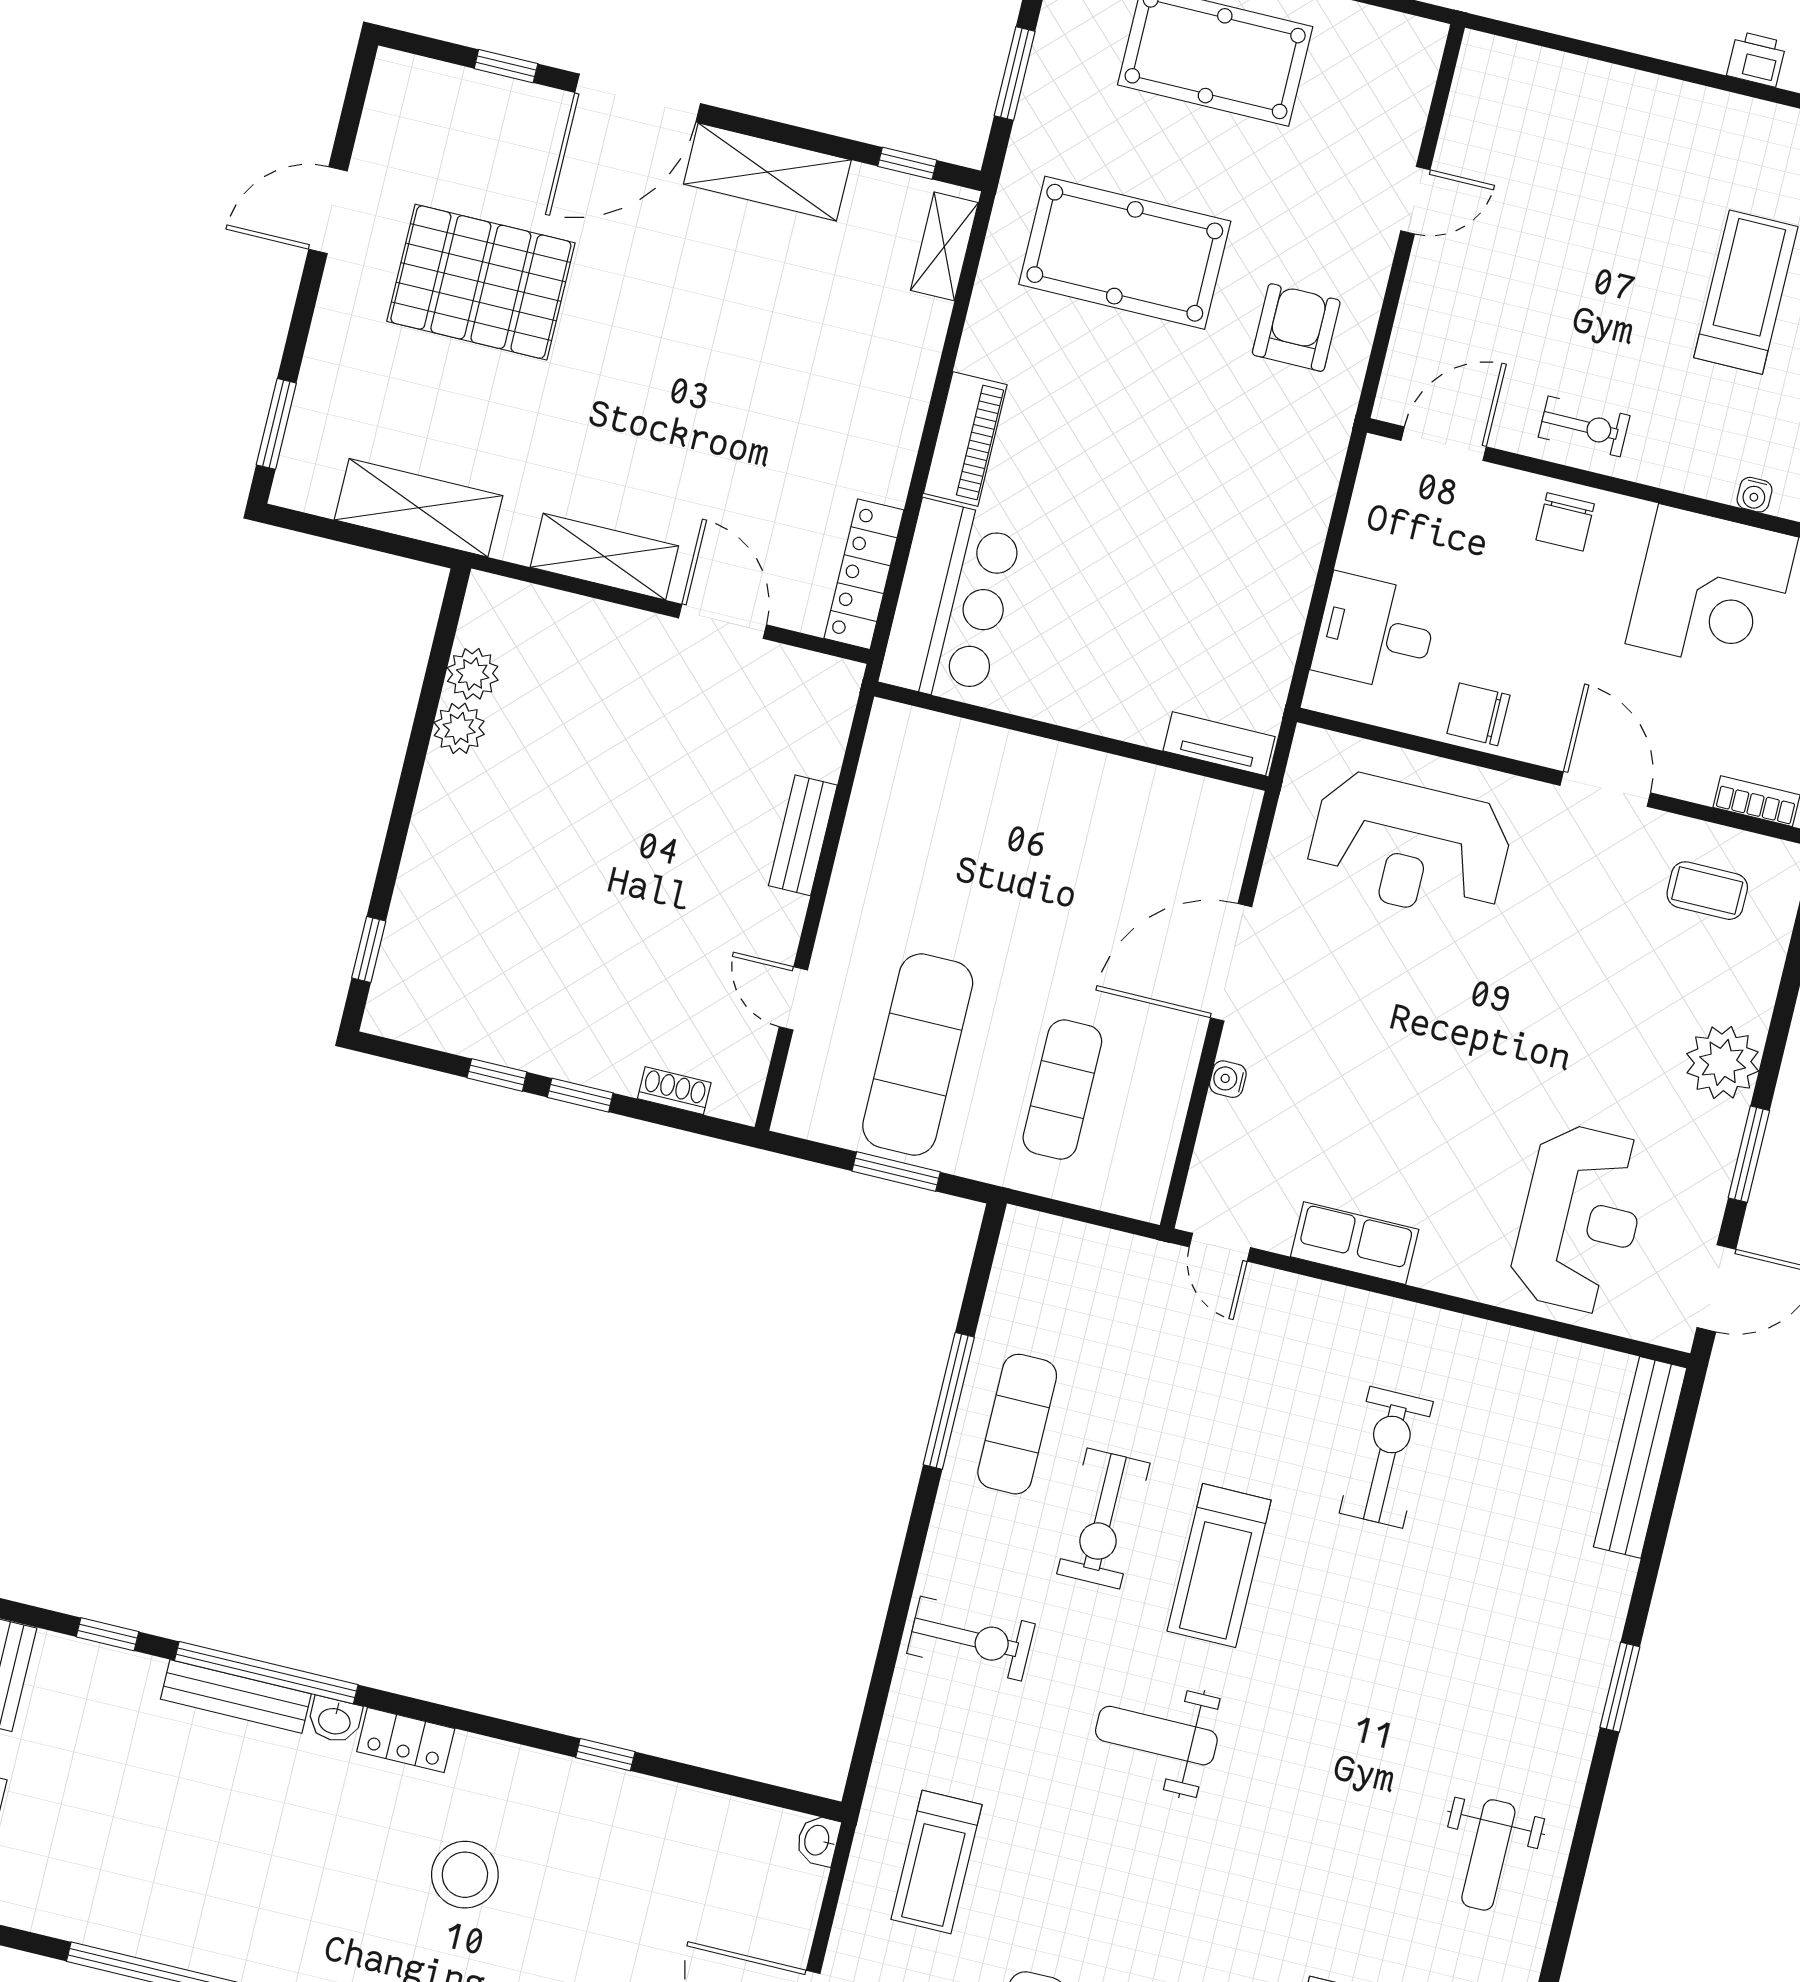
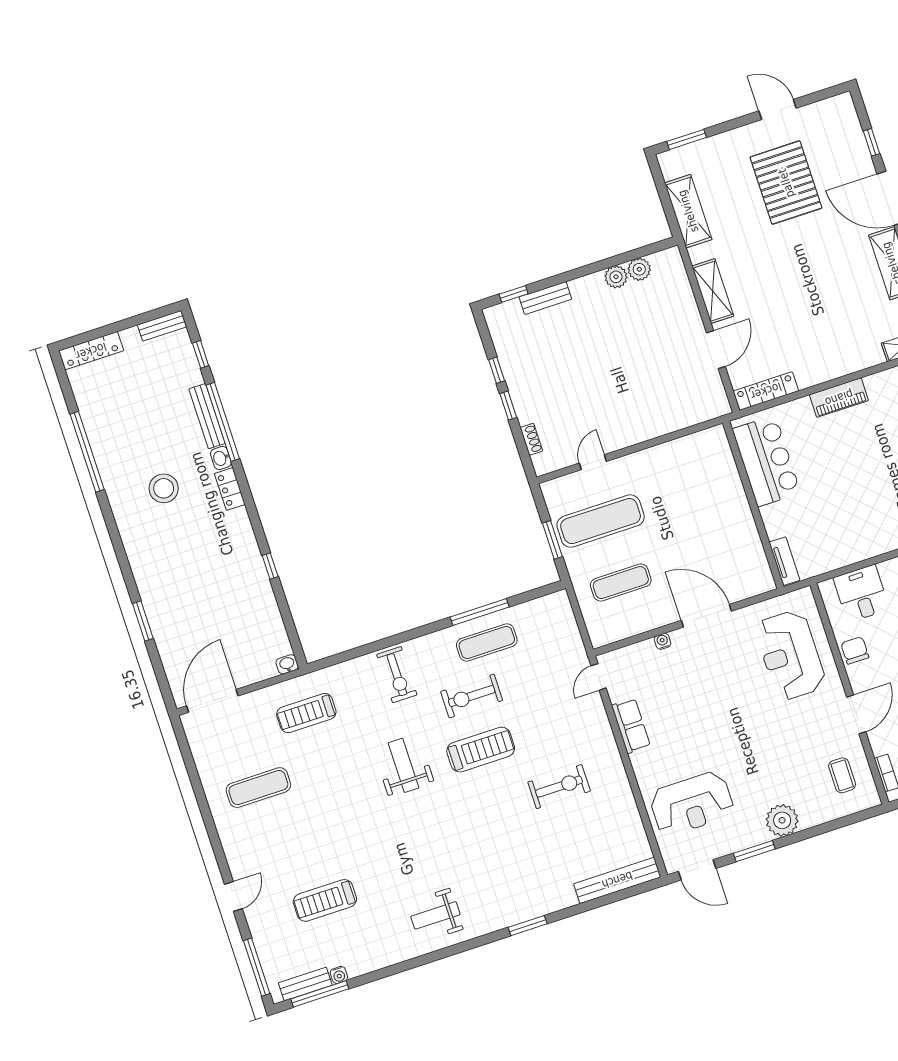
bar counter: (951, 602) -> (766, 461), moved, turned -90
bench: (803, 835) -> (545, 298), moved
treadmill: (1219, 1566) -> (481, 750), turned 180
stool: (465, 1875) -> (164, 488), moved

